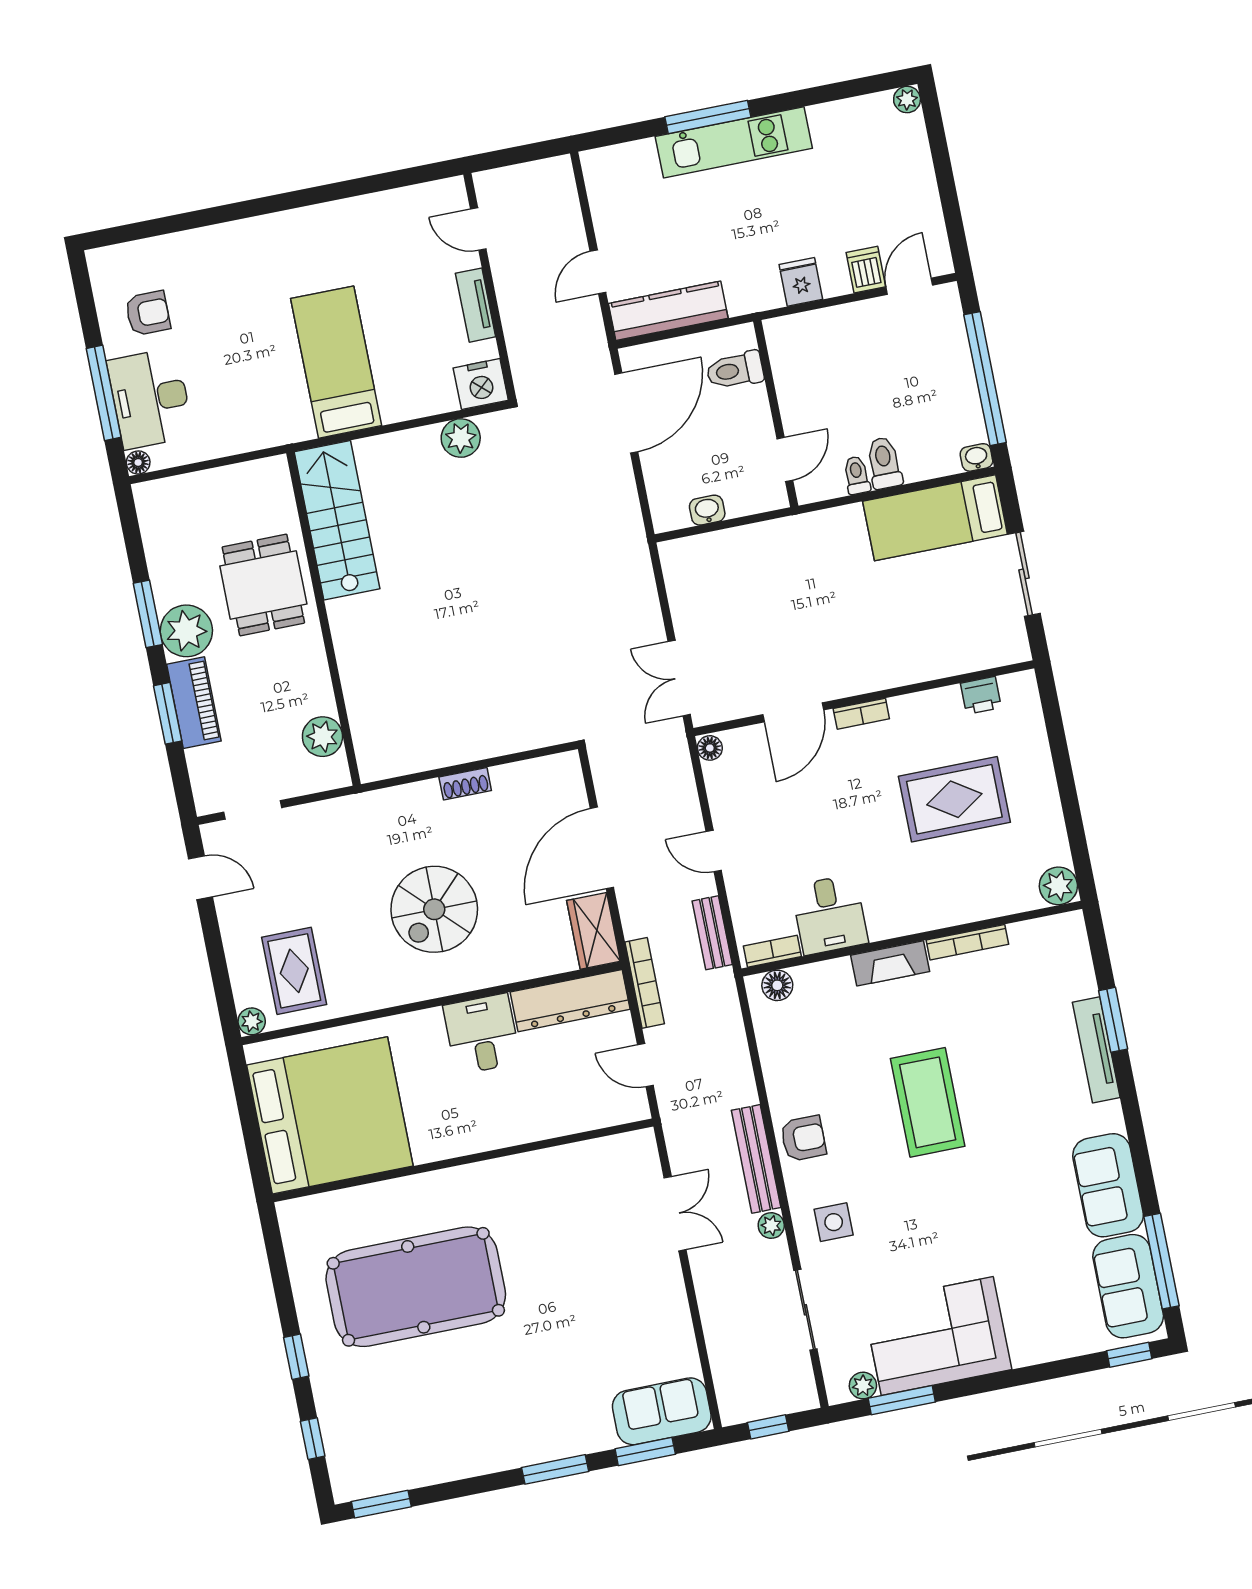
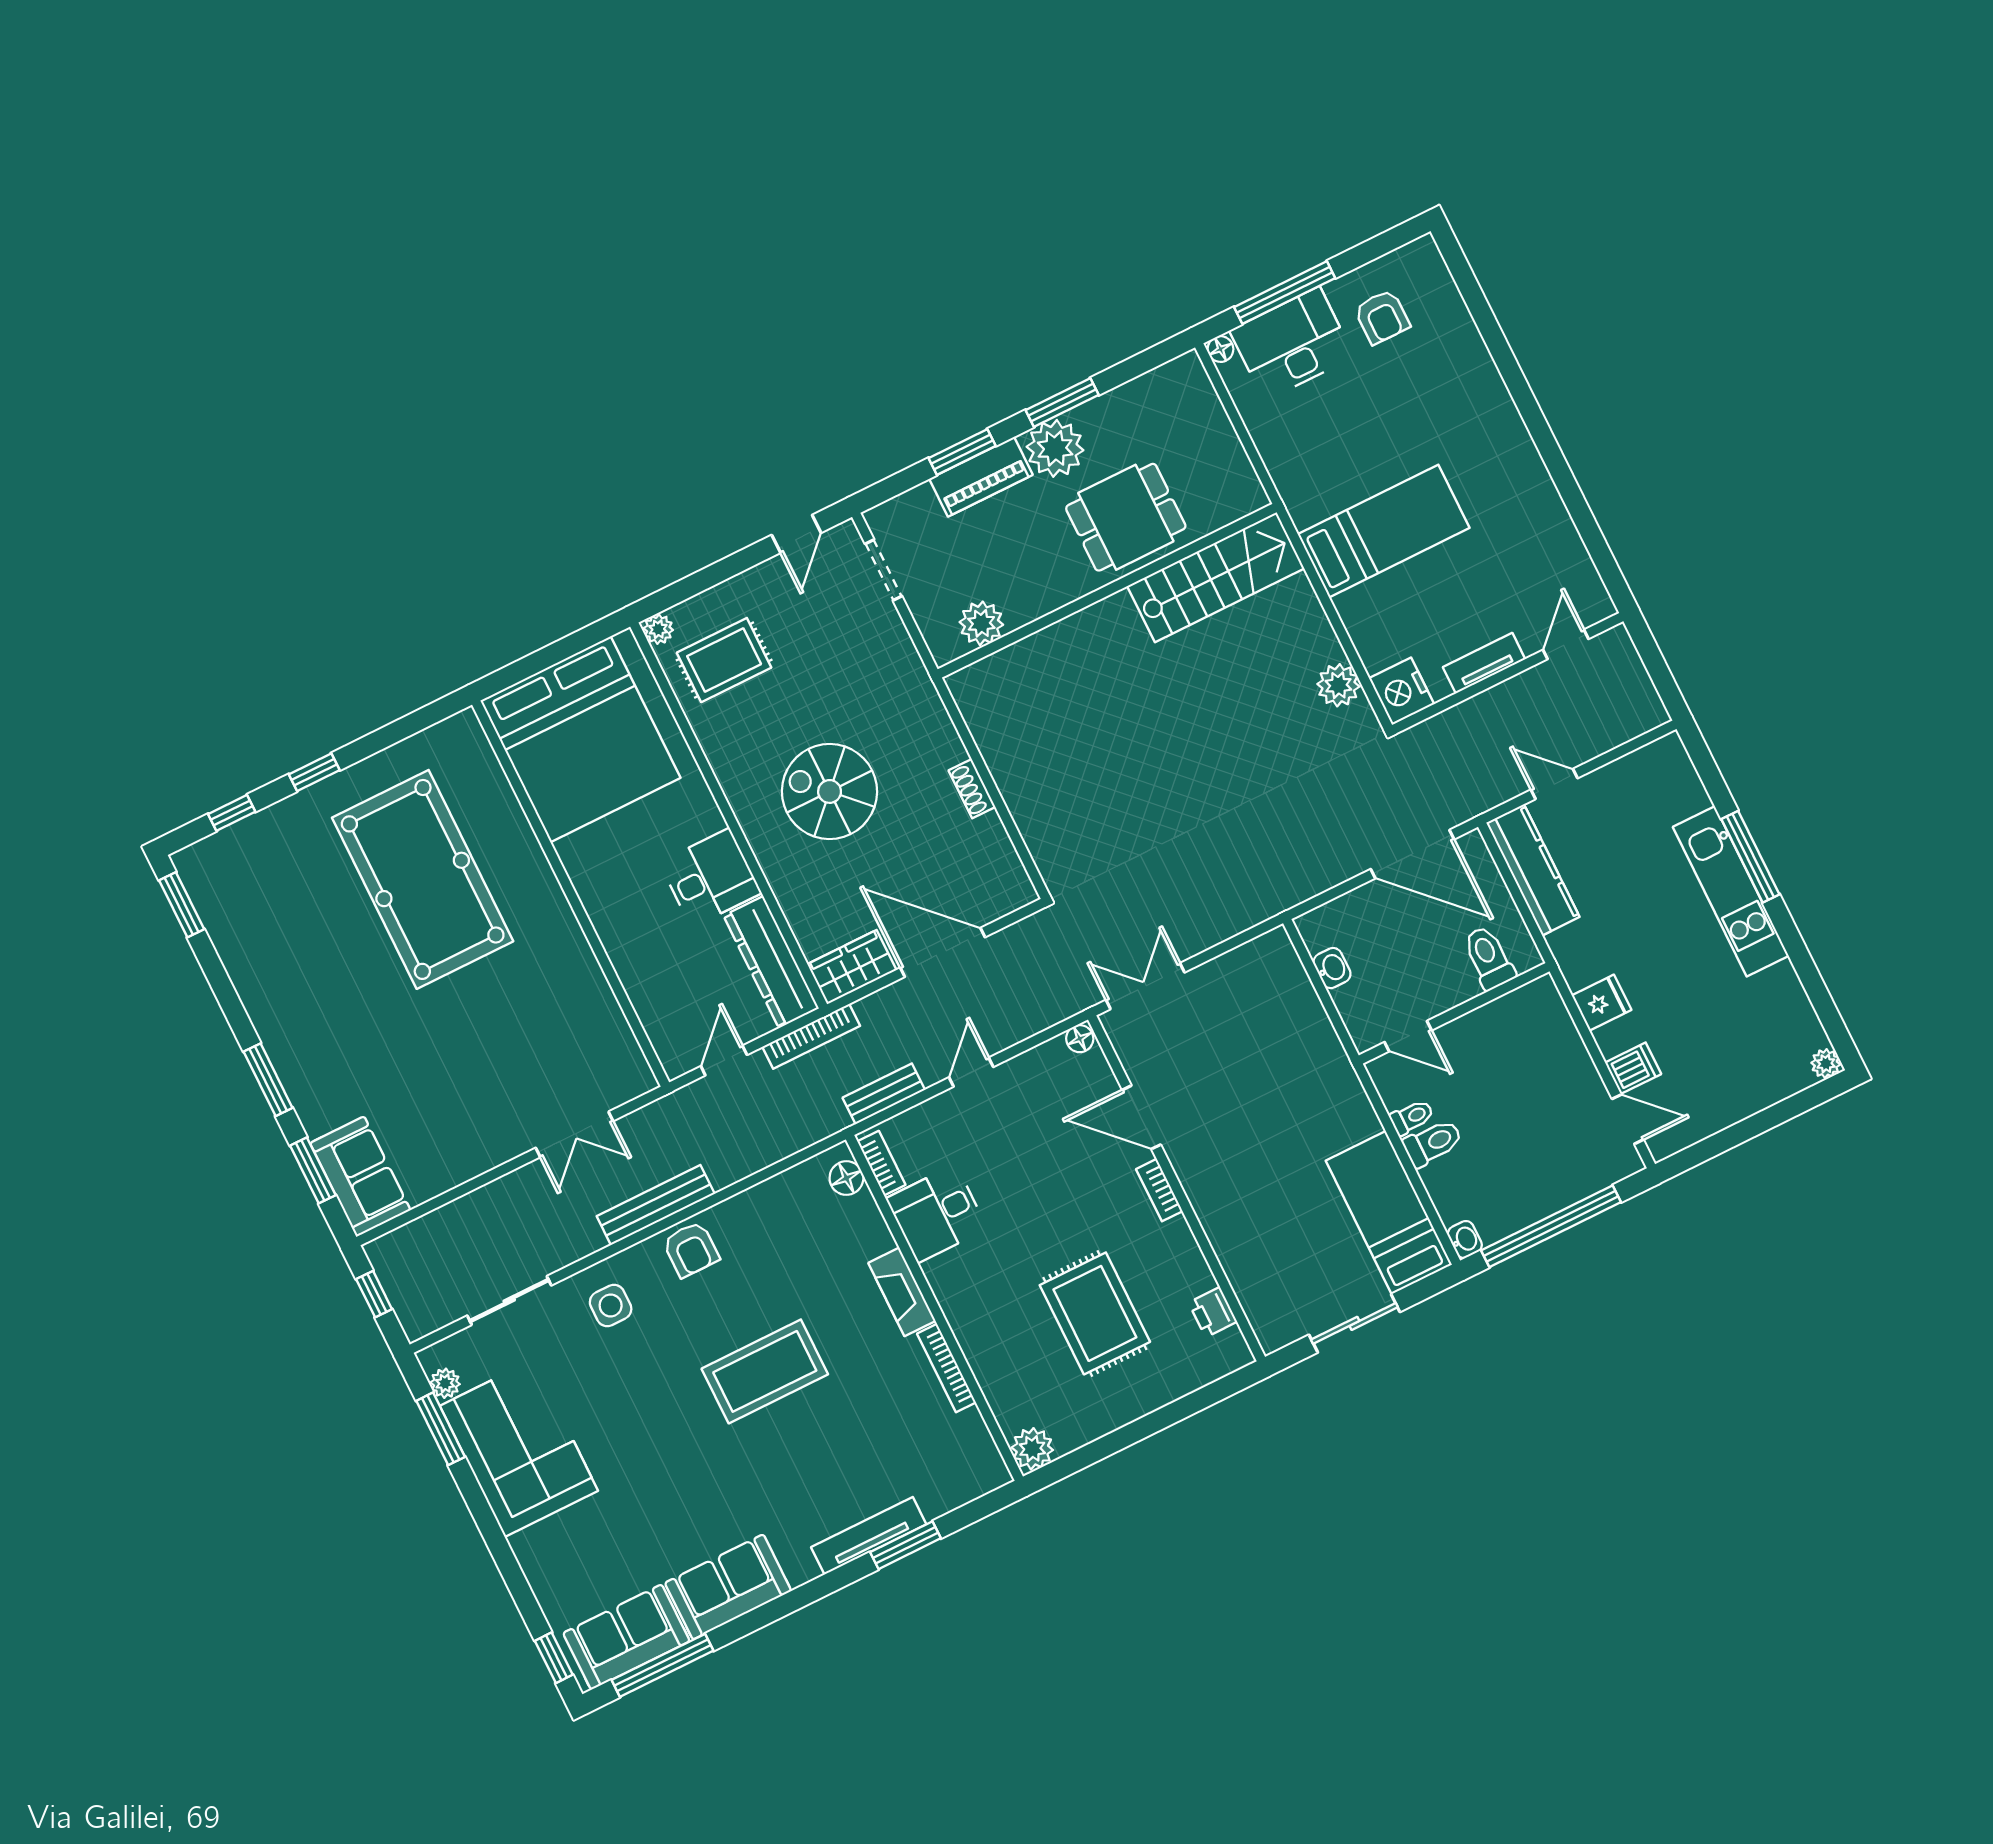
plant: (771, 1226) -> (589, 1240), removed

